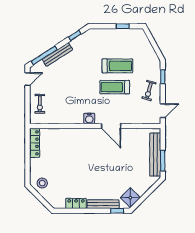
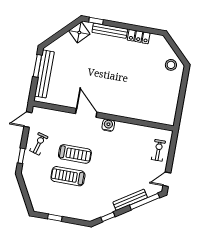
locker: (35, 143) -> (171, 110), removed

